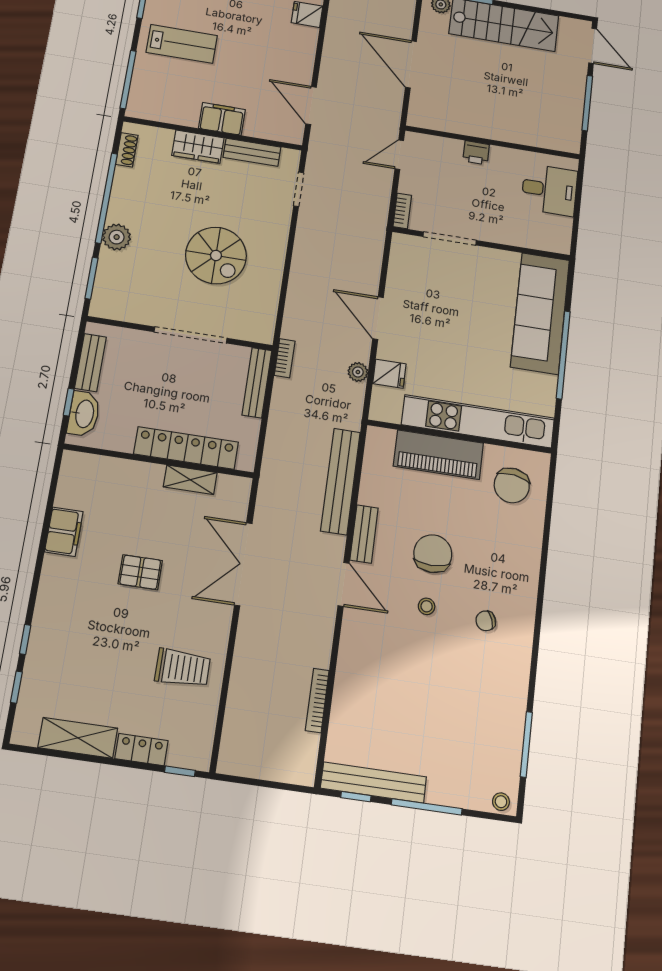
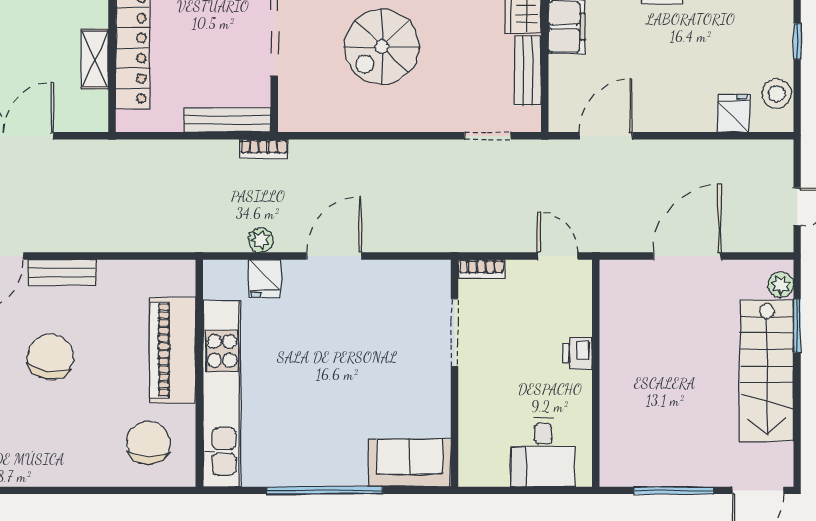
sofa: (540, 313) -> (410, 463), width x0.54, depth x0.79
bench: (340, 481) -> (121, 236), removed
chair: (512, 485) -> (148, 443), turned 82
chair: (433, 554) -> (50, 357), turned -82

